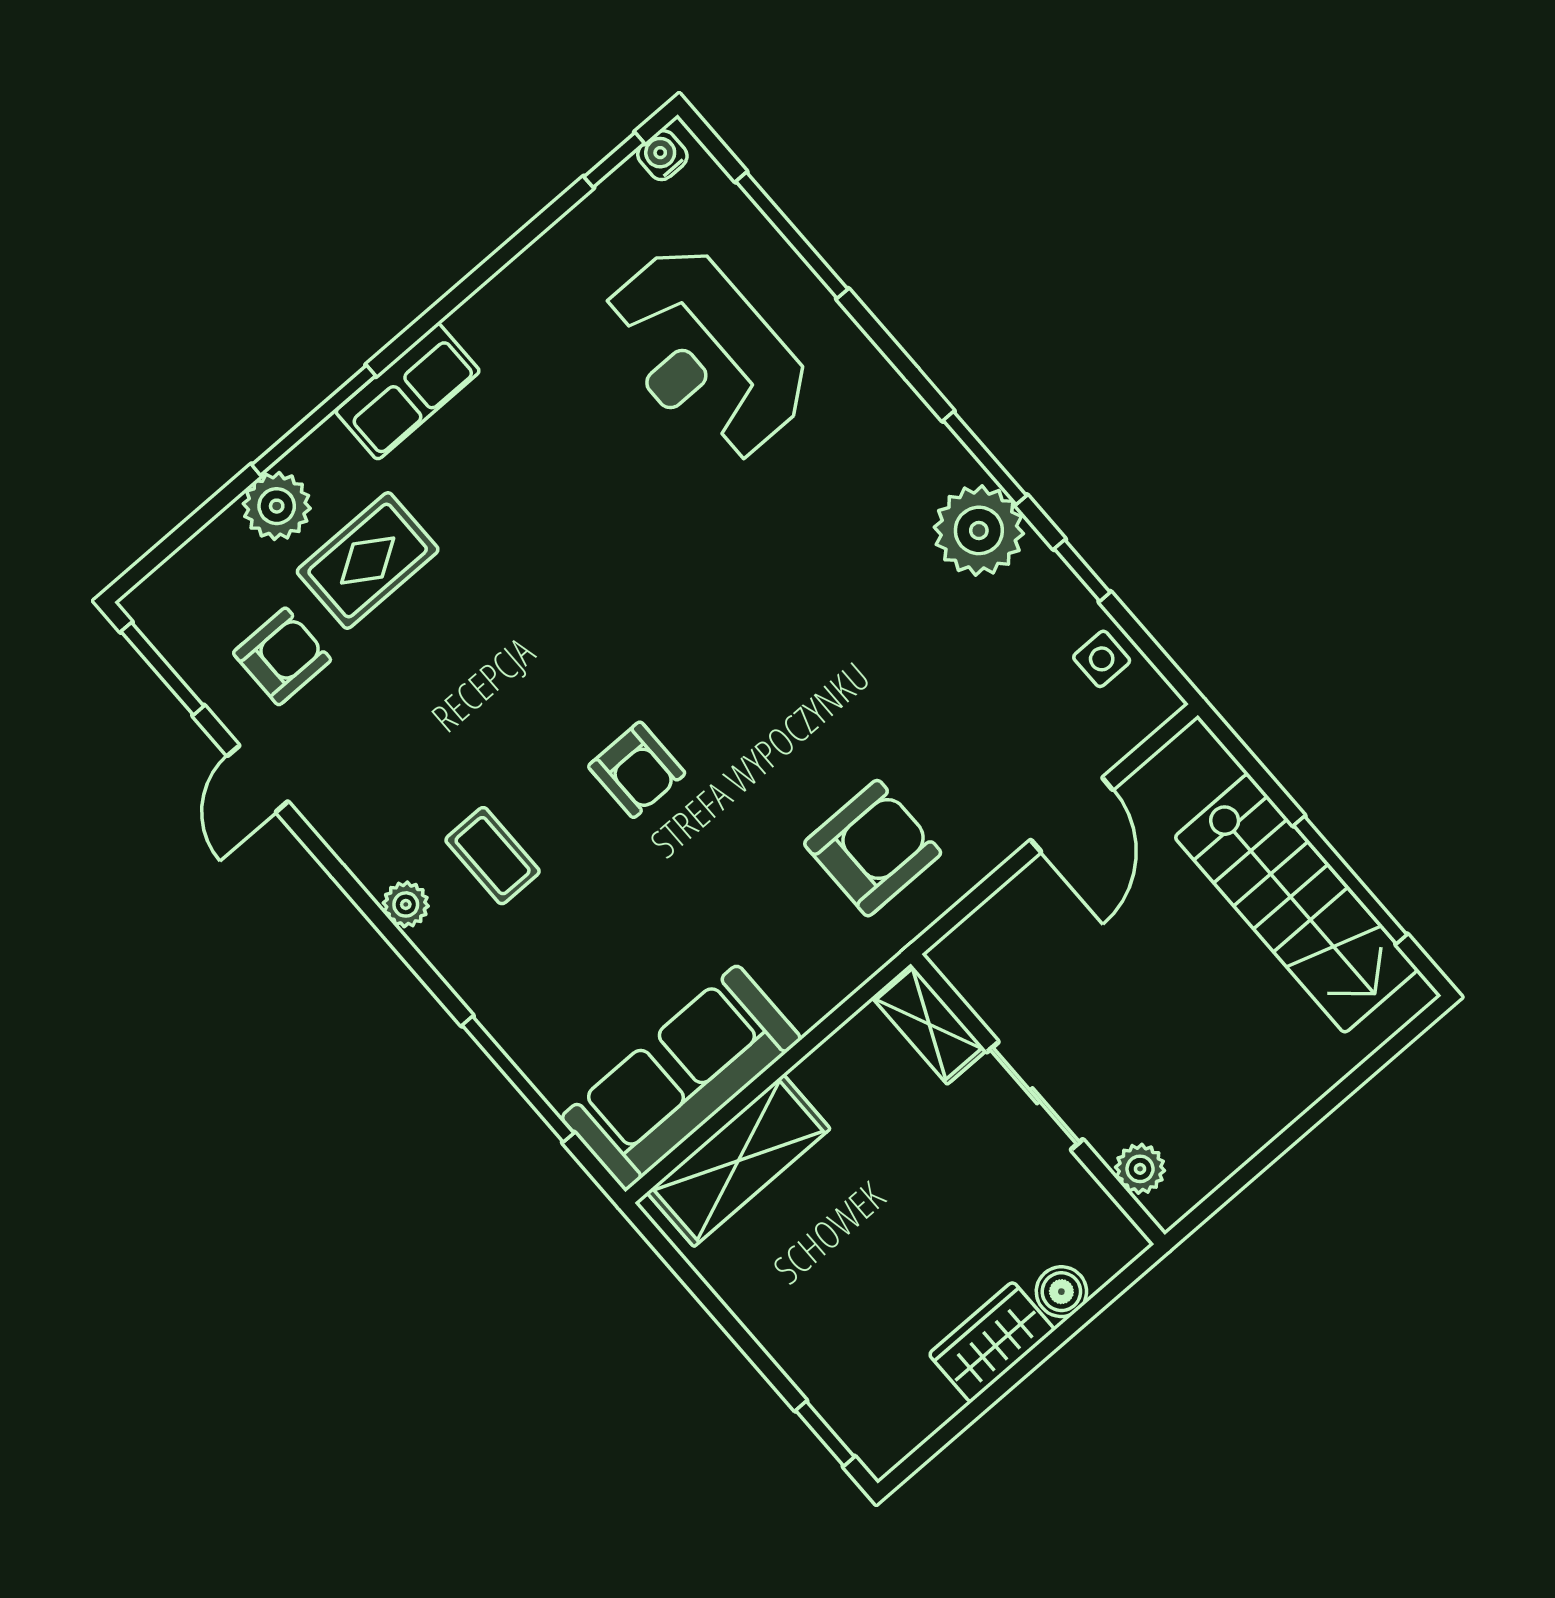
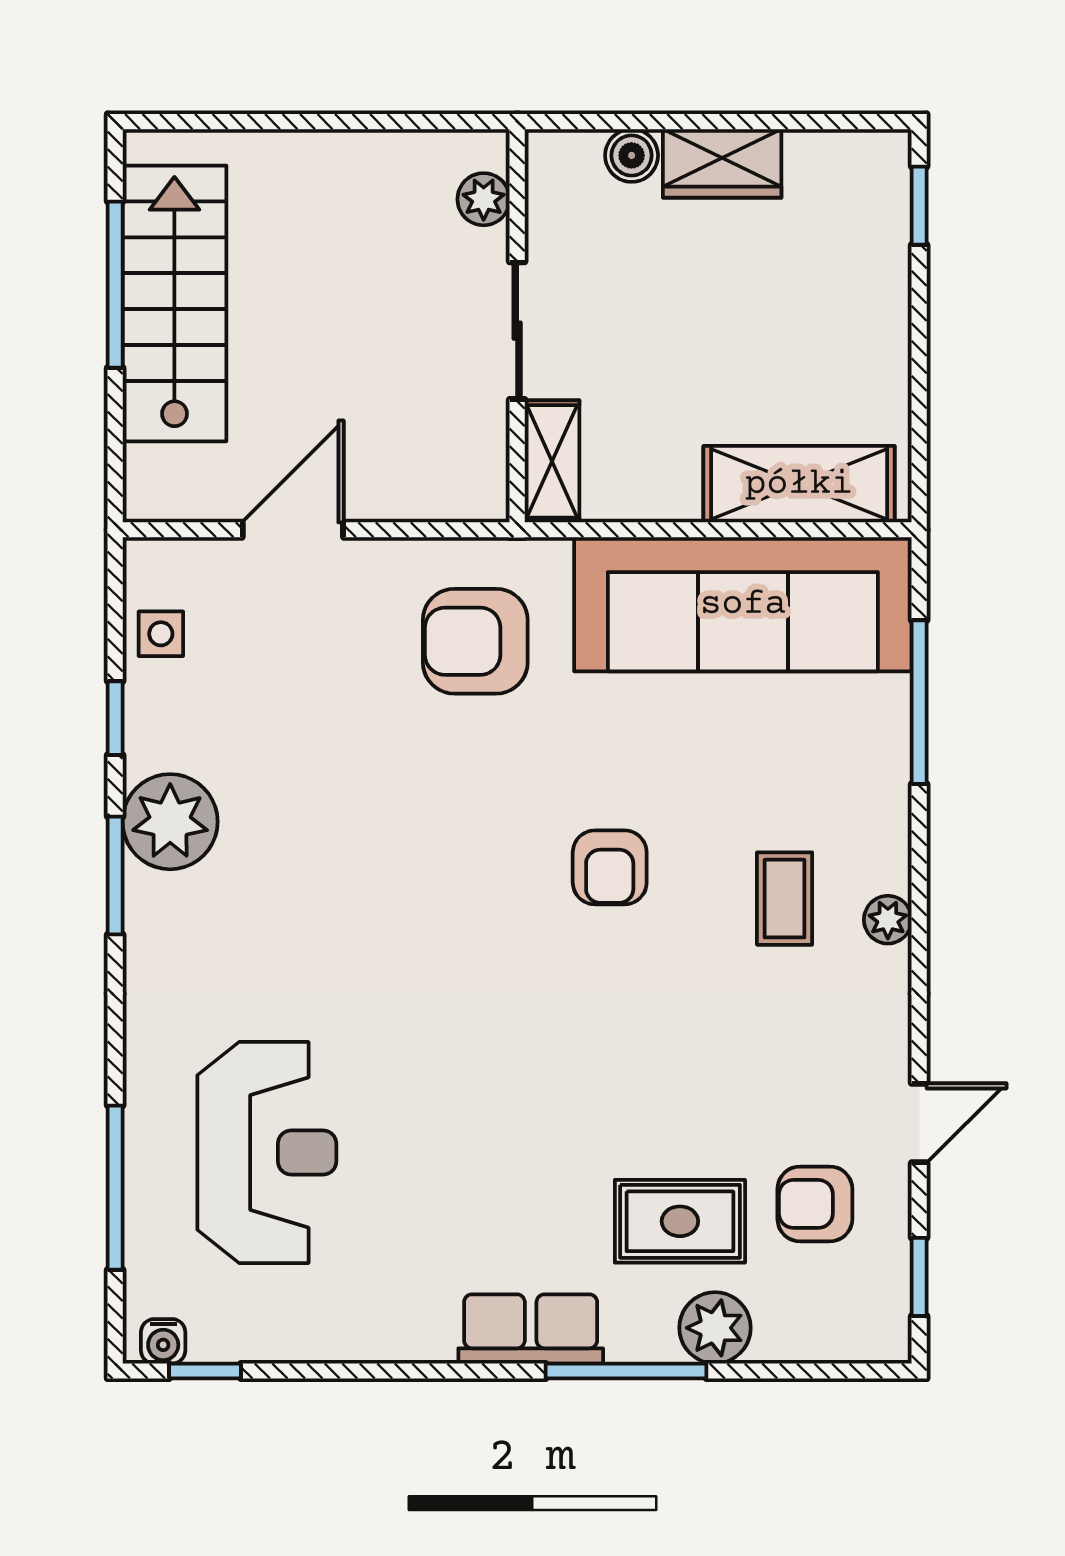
window: (162, 669) -> (919, 1277), width x0.67
armchair: (637, 770) -> (610, 867), turned 180
sofa: (681, 1078) -> (743, 604), width x1.36, depth x1.27

